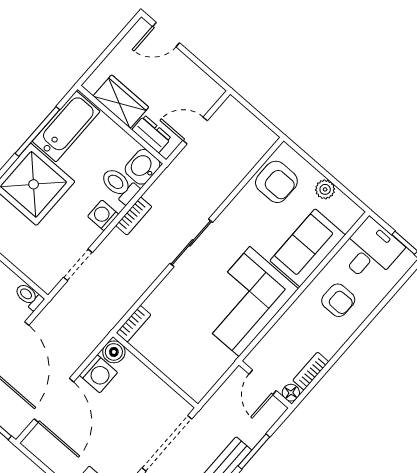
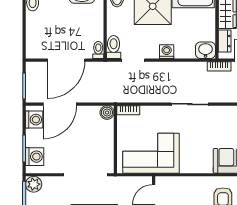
toilet: (120, 185) -> (114, 47), moved
bookcase: (134, 216) -> (219, 66), moved
corner sofa: (245, 302) -> (151, 153), moved
washing machine: (98, 374) -> (34, 120), moved, turned -90

